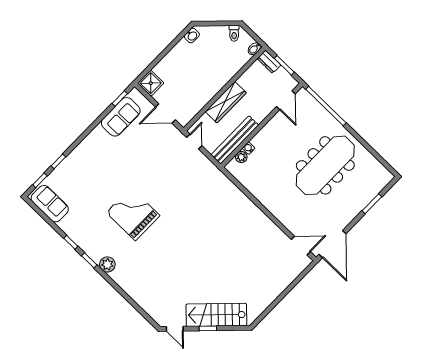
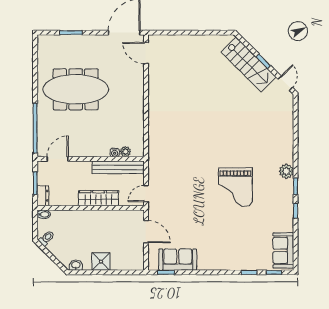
shower: (151, 83) -> (101, 262), moved

